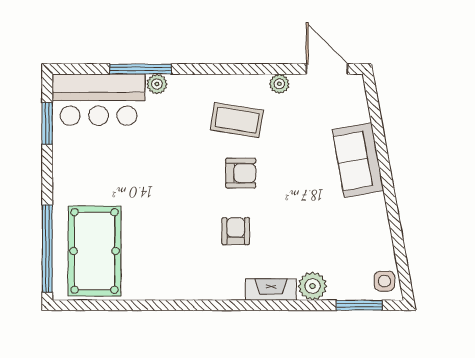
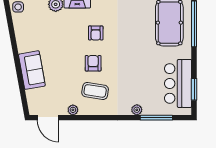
window: (140, 69) -> (156, 118), moved
bar counter: (98, 100) -> (178, 83), moved, turned -90
armchair: (241, 173) -> (93, 63), turned 90

